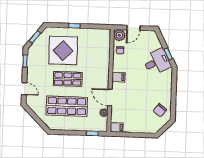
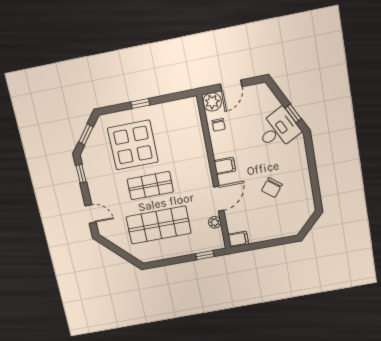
door: (110, 98) -> (219, 199), swing flipped
chair: (160, 110) -> (272, 187), moved

